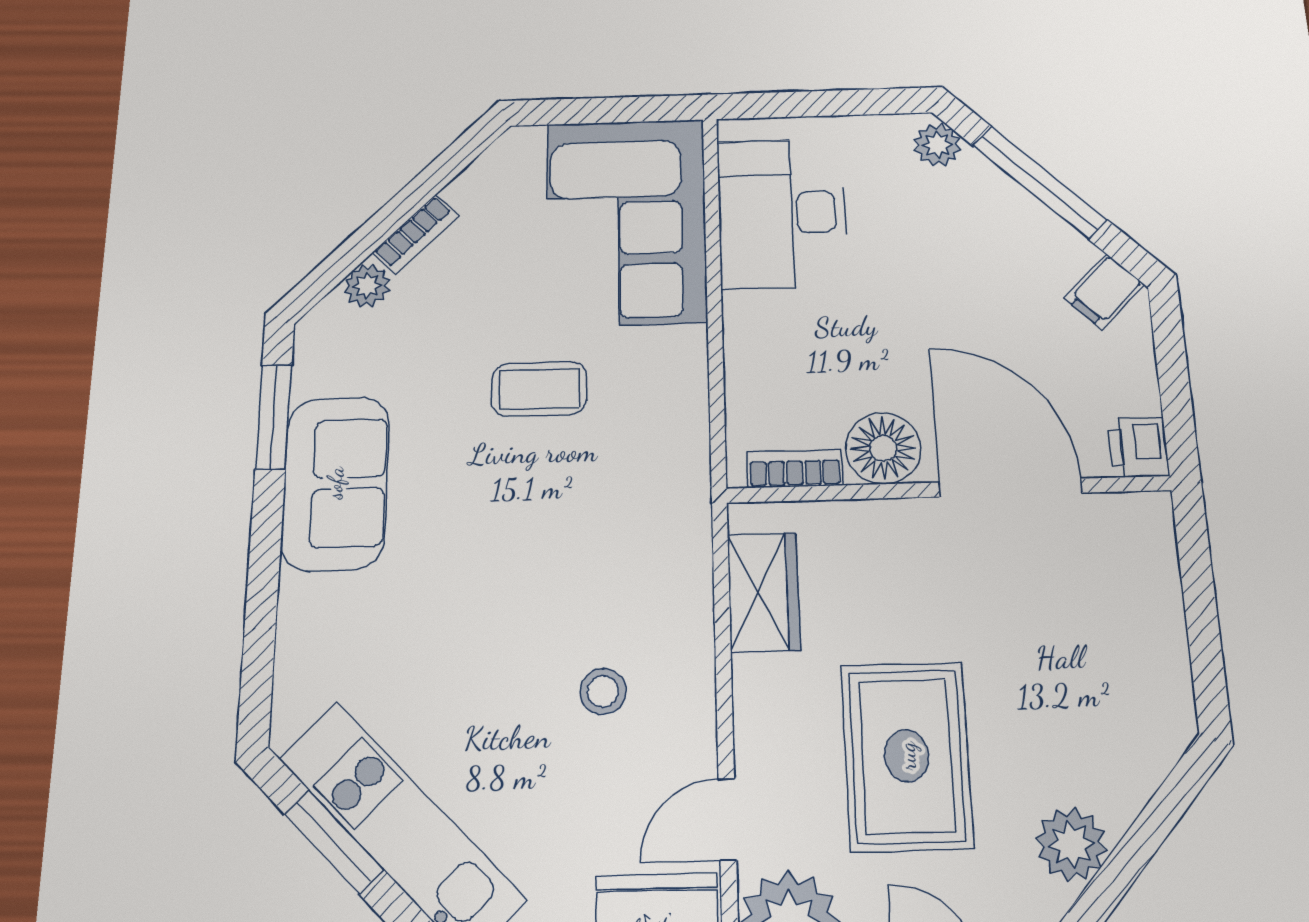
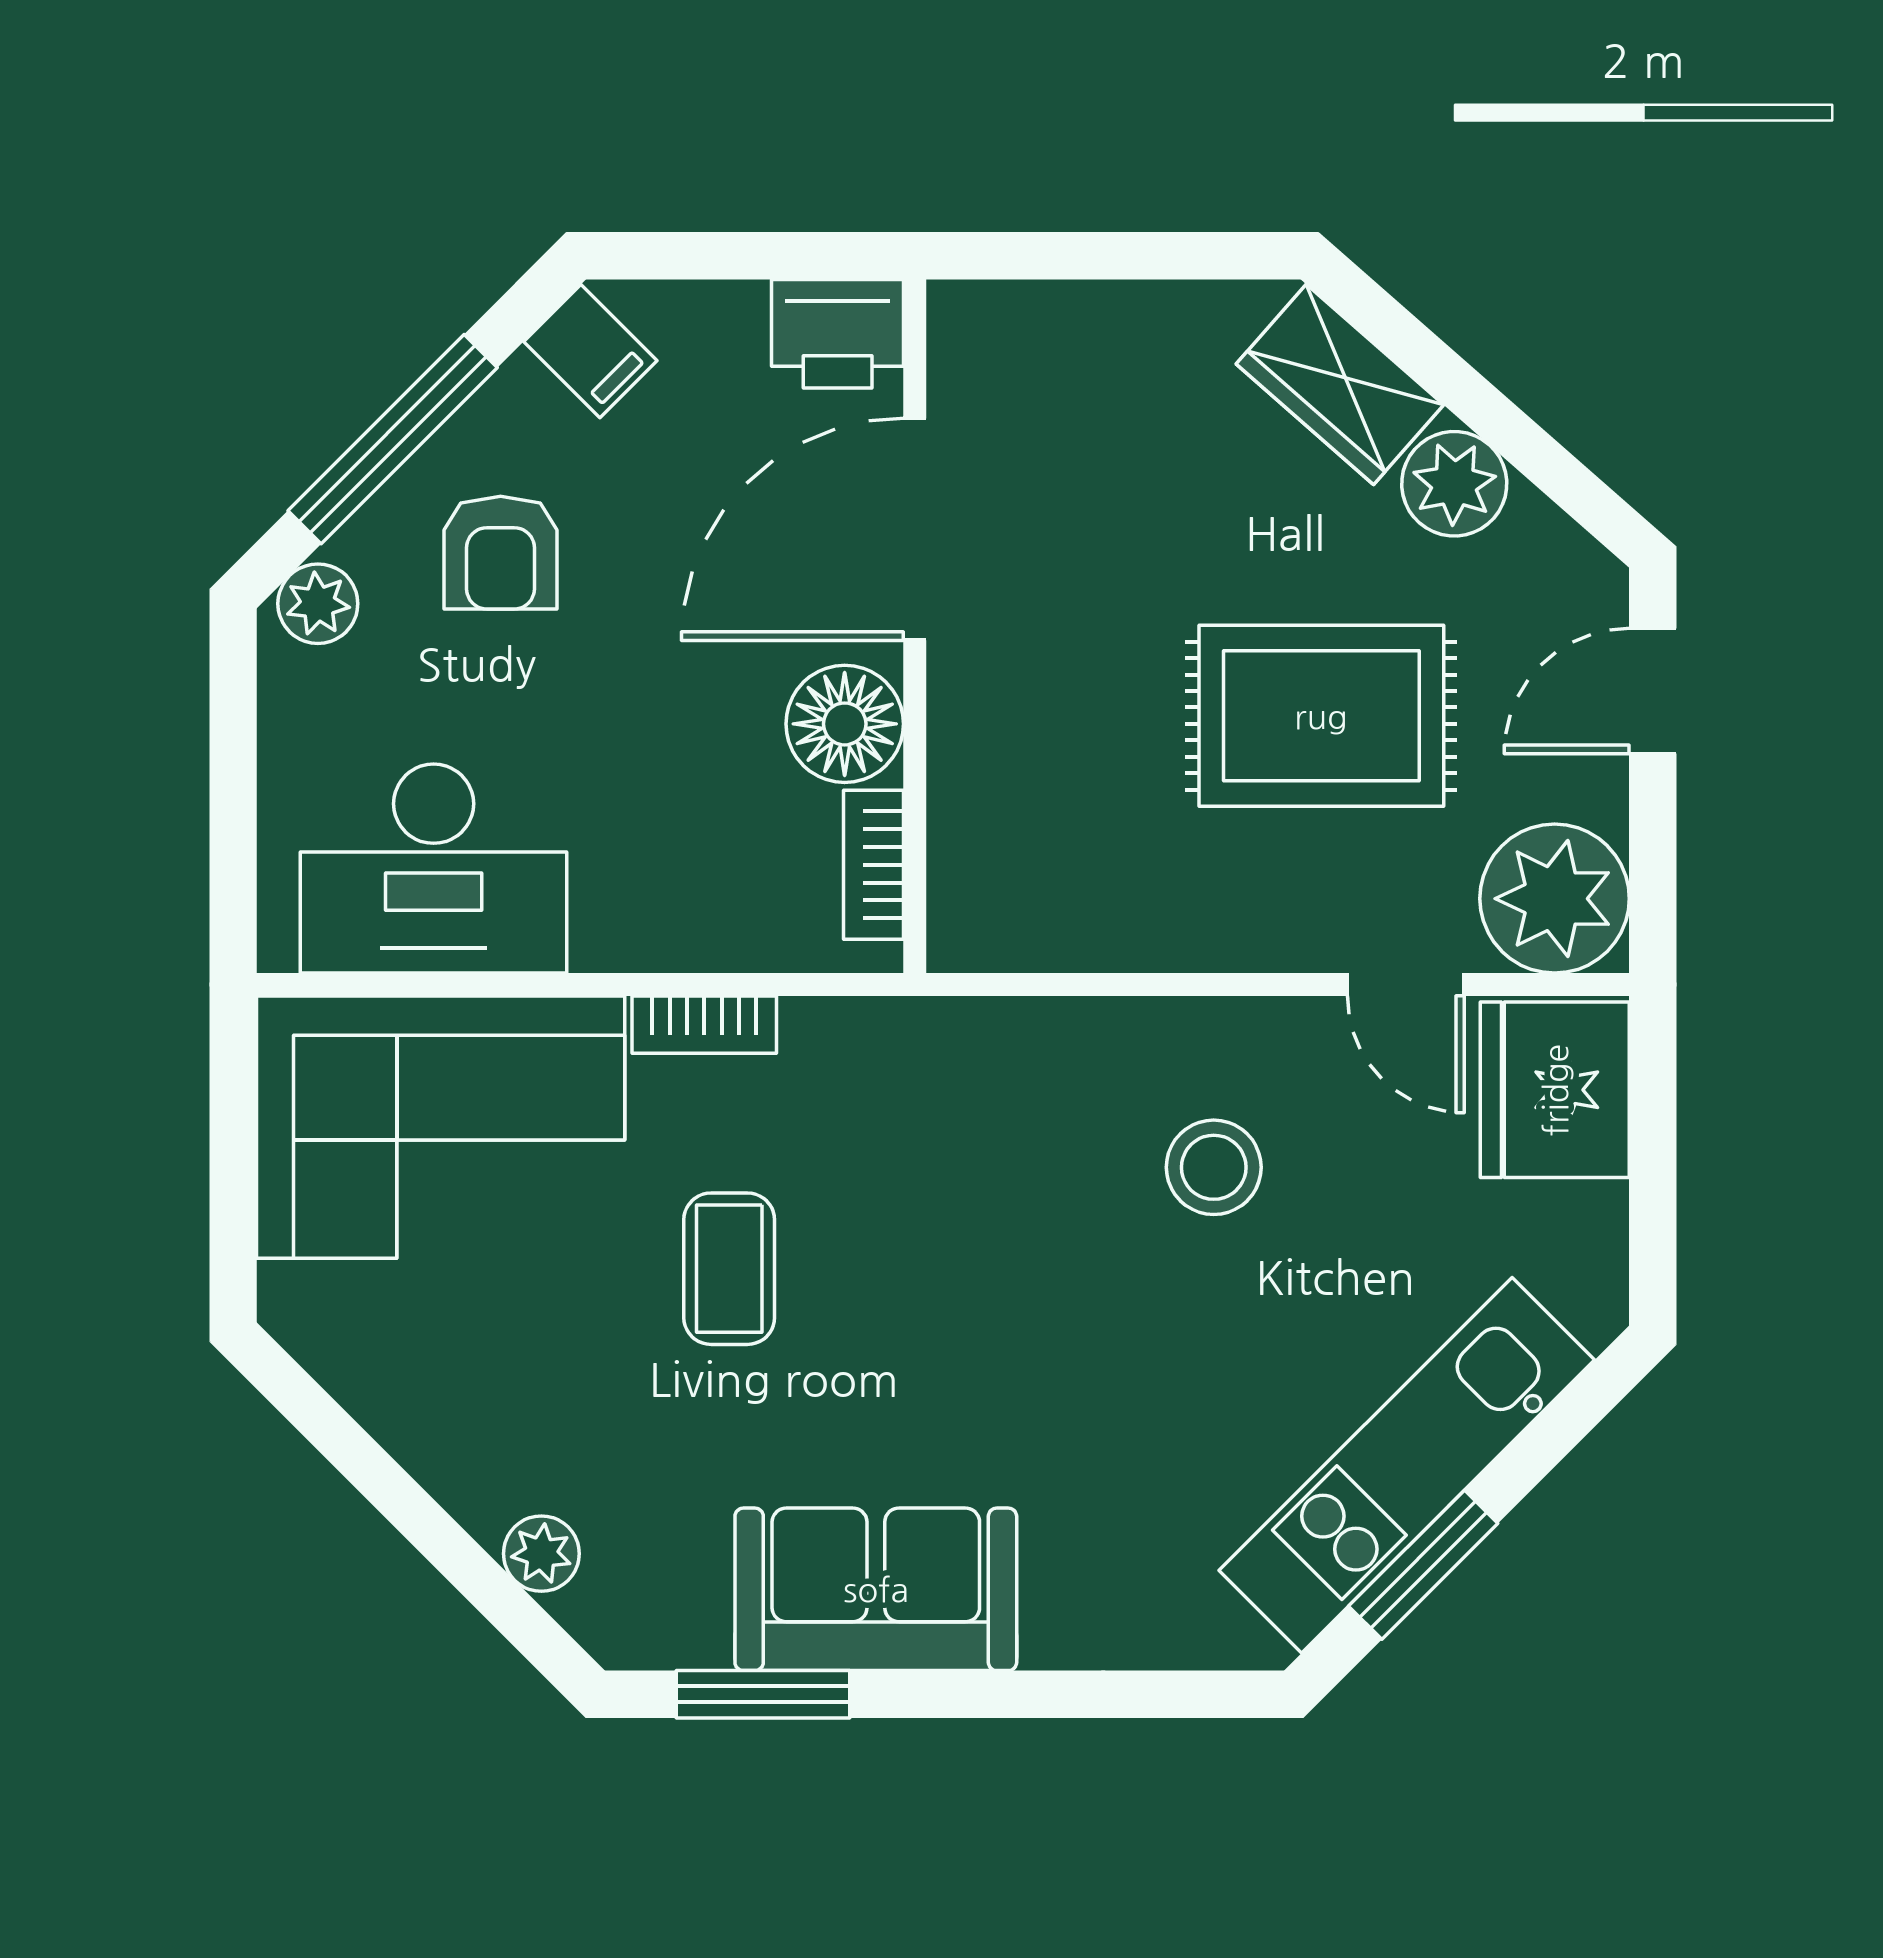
bookcase: (416, 234) -> (704, 1025), moved, turned 135
armchair: (976, 244) -> (501, 553), added
printer: (1139, 447) -> (838, 334), width x1.36, depth x1.24
wardrobe: (764, 592) -> (1340, 384), moved, turned -139
stool: (603, 691) -> (1214, 1167), width x1.37, depth x1.37

